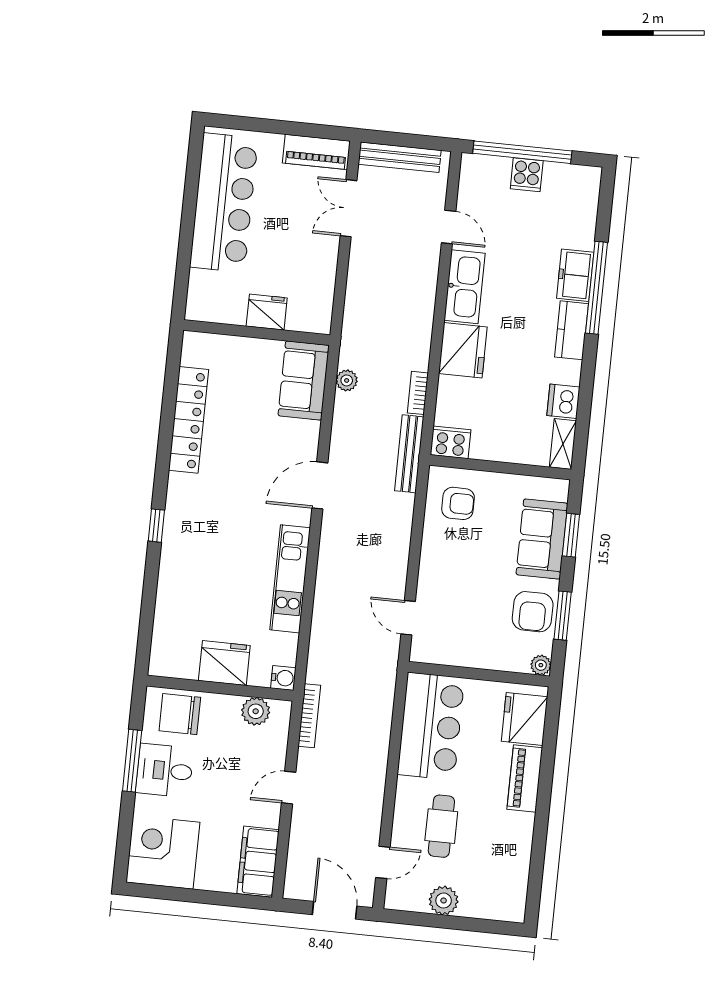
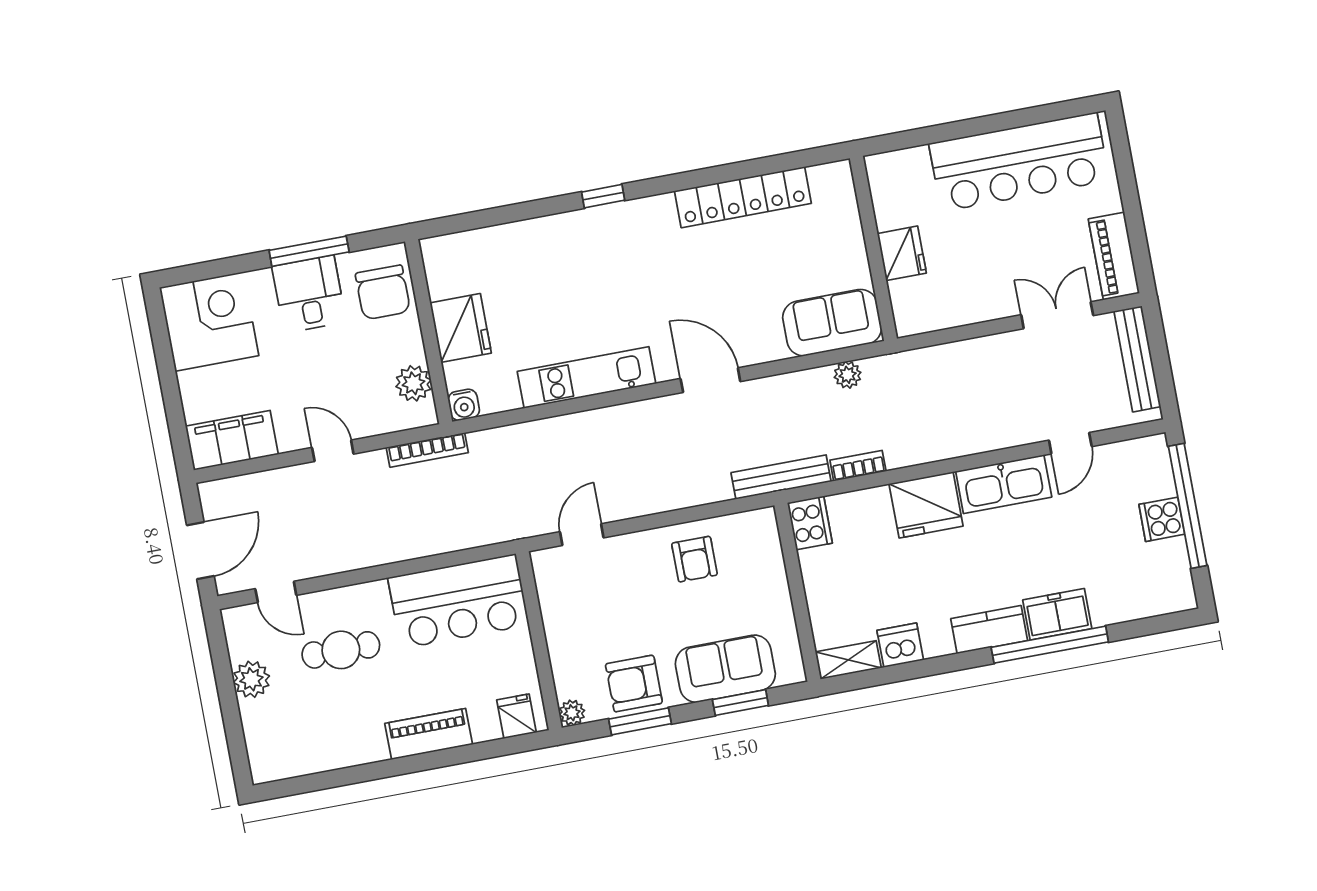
armchair: (458, 503) -> (694, 559), moved
chair: (180, 714) -> (383, 292), turned 180
fridge: (525, 719) -> (516, 716), width x0.53, depth x0.75

